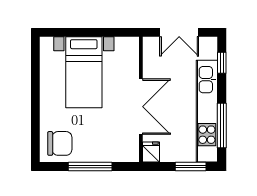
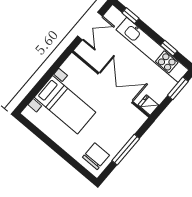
window: (222, 126) -> (169, 48), width x0.46

